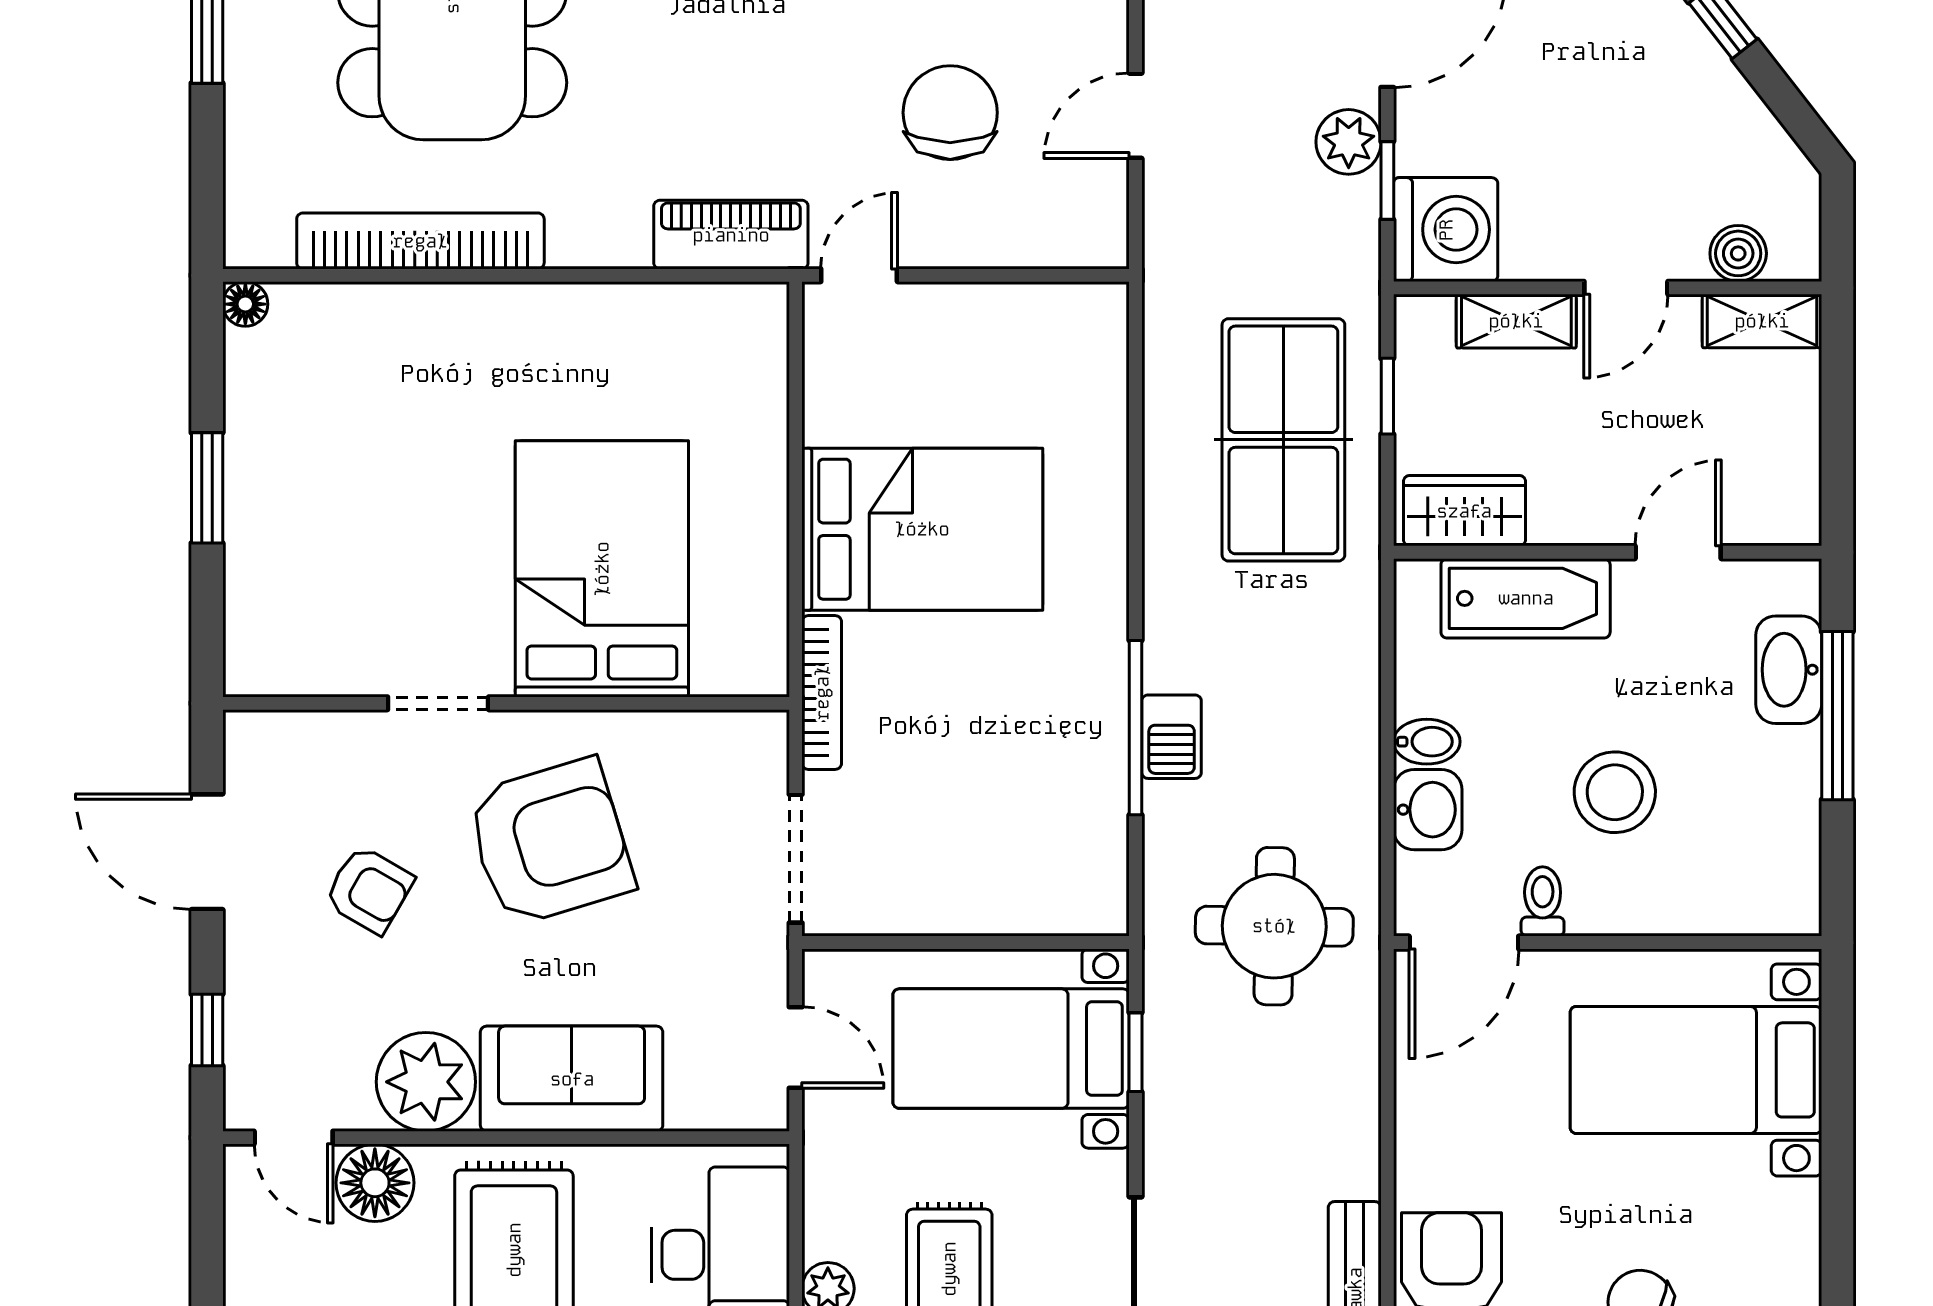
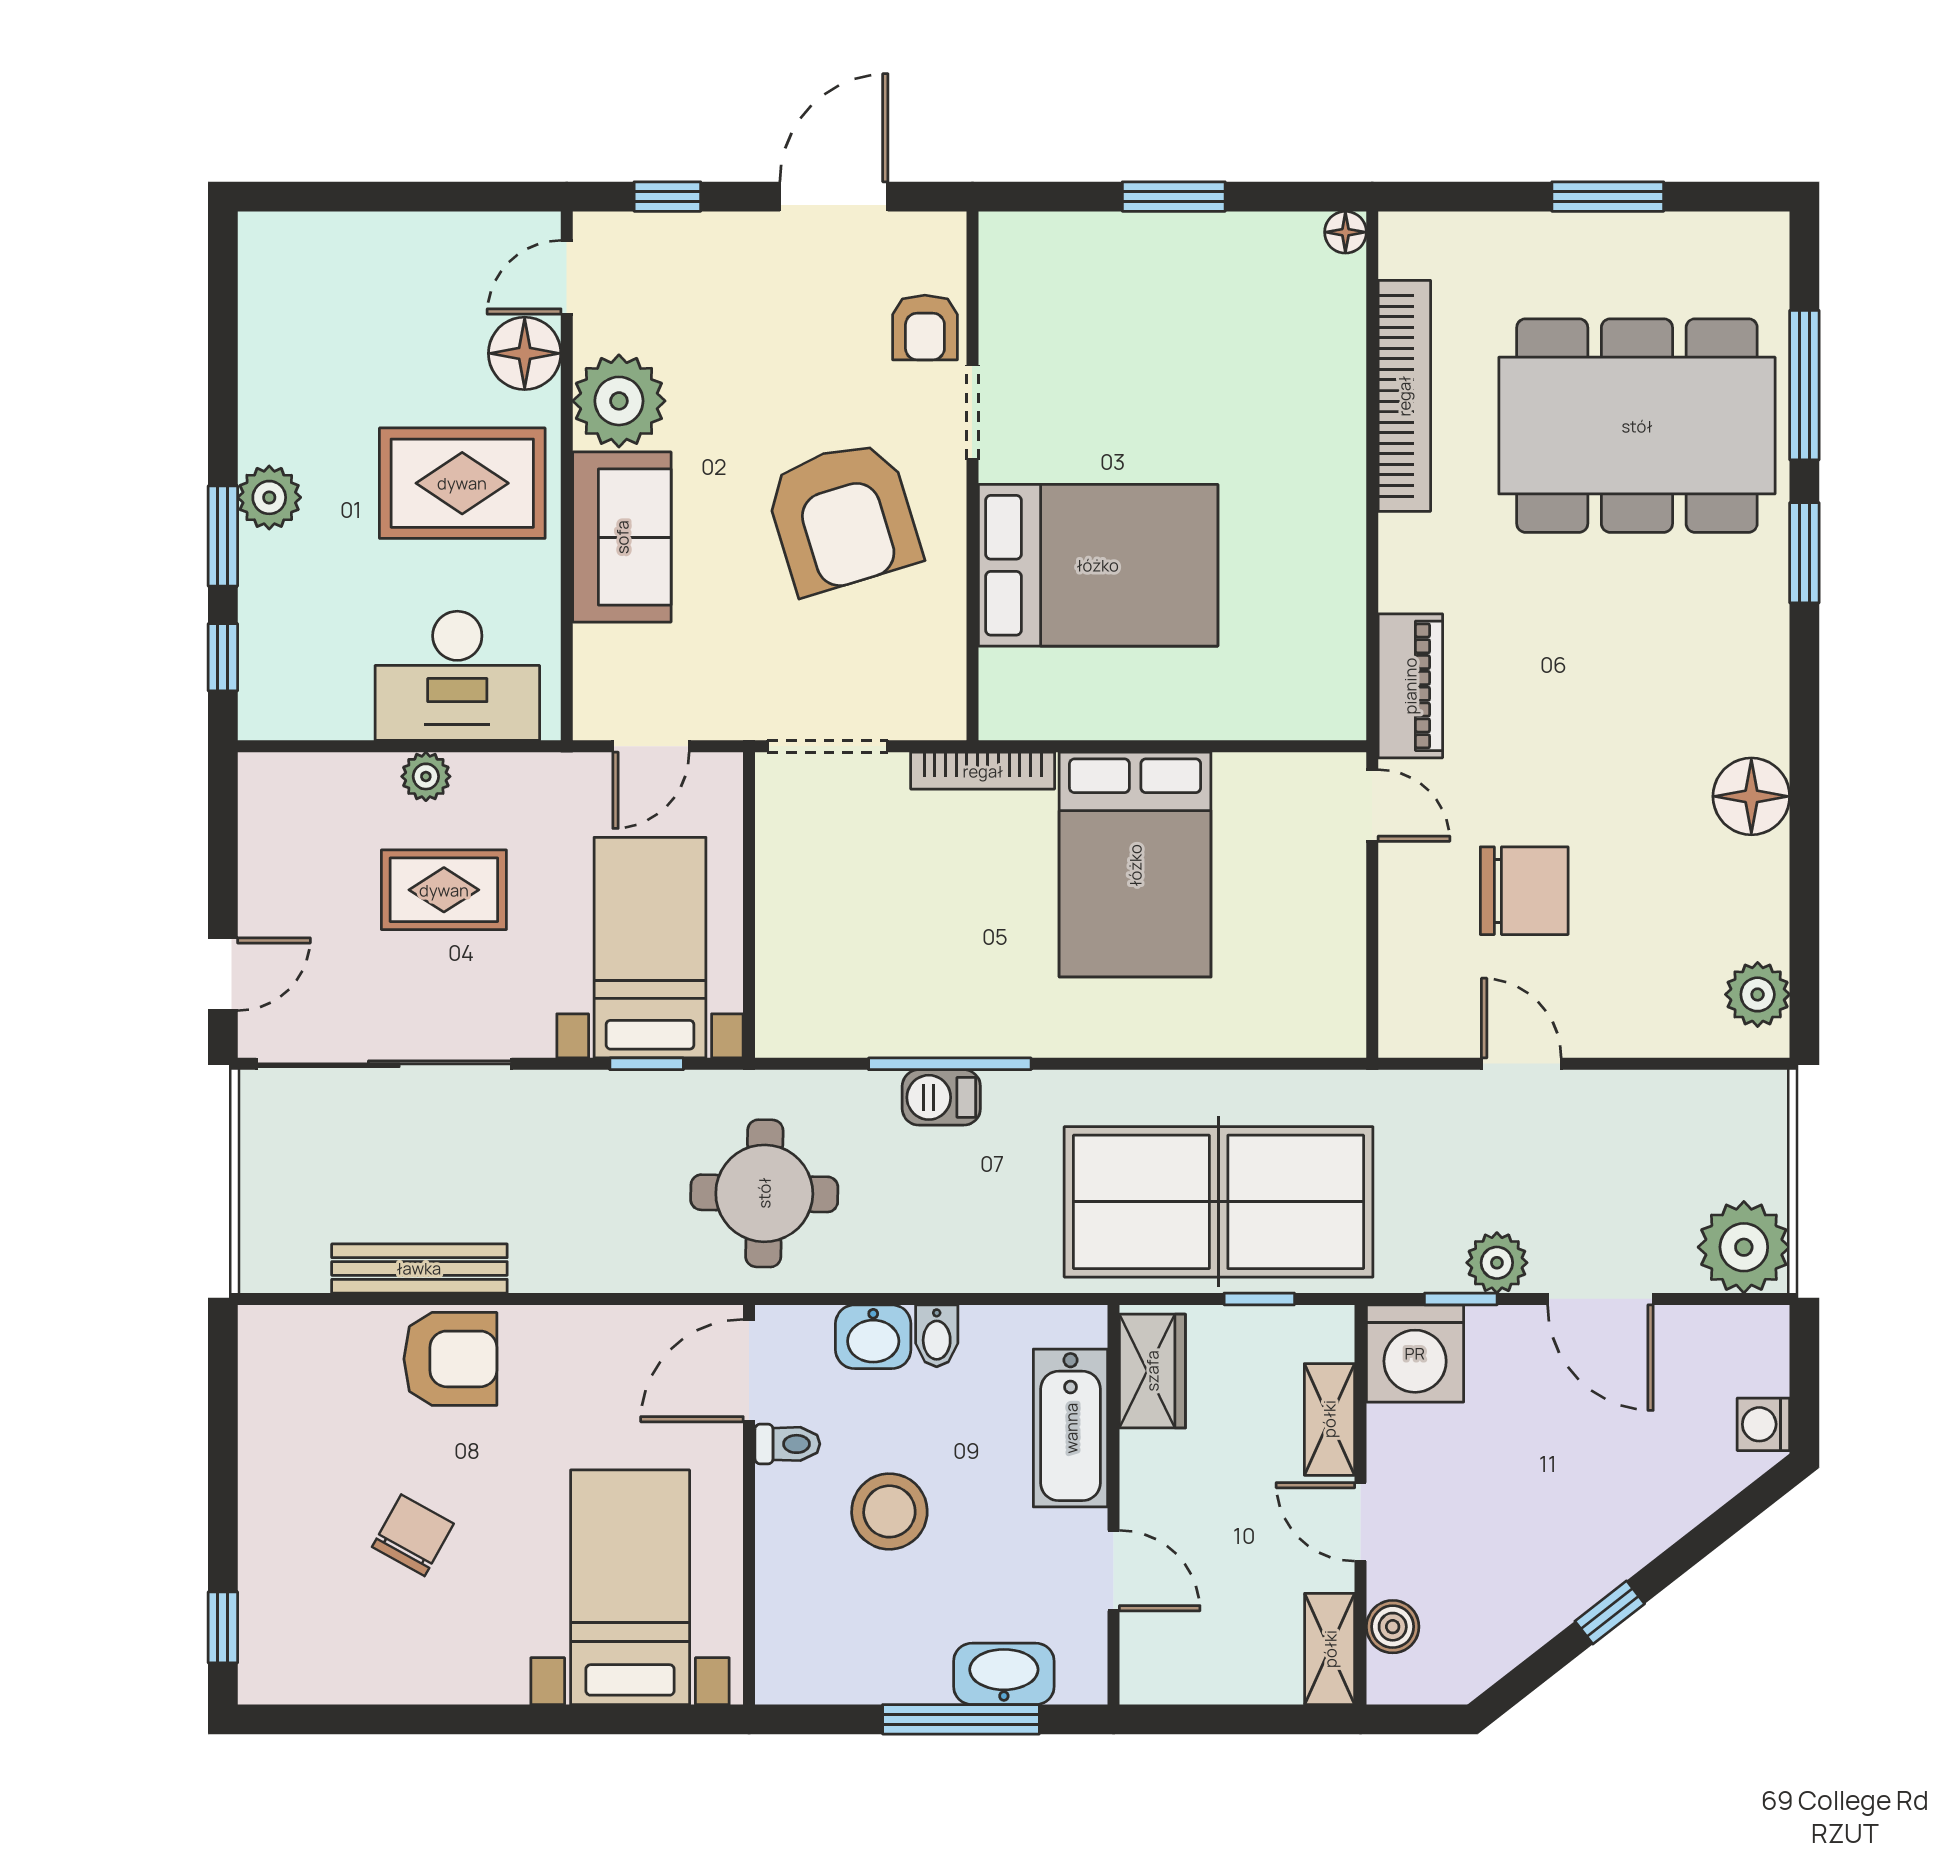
table tennis table: (1283, 440) -> (1219, 1202), width x1.36, depth x1.32
armchair: (369, 890) -> (925, 327), moved, turned -30
door: (1464, 942) -> (749, 1371), hinge flipped

